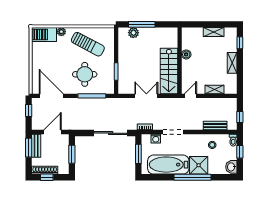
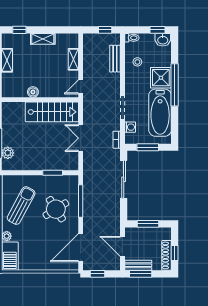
round table: (85, 74) -> (56, 209), turned -32
door: (191, 96) -> (81, 87), hinge flipped
window: (240, 152) -> (157, 30), moved

